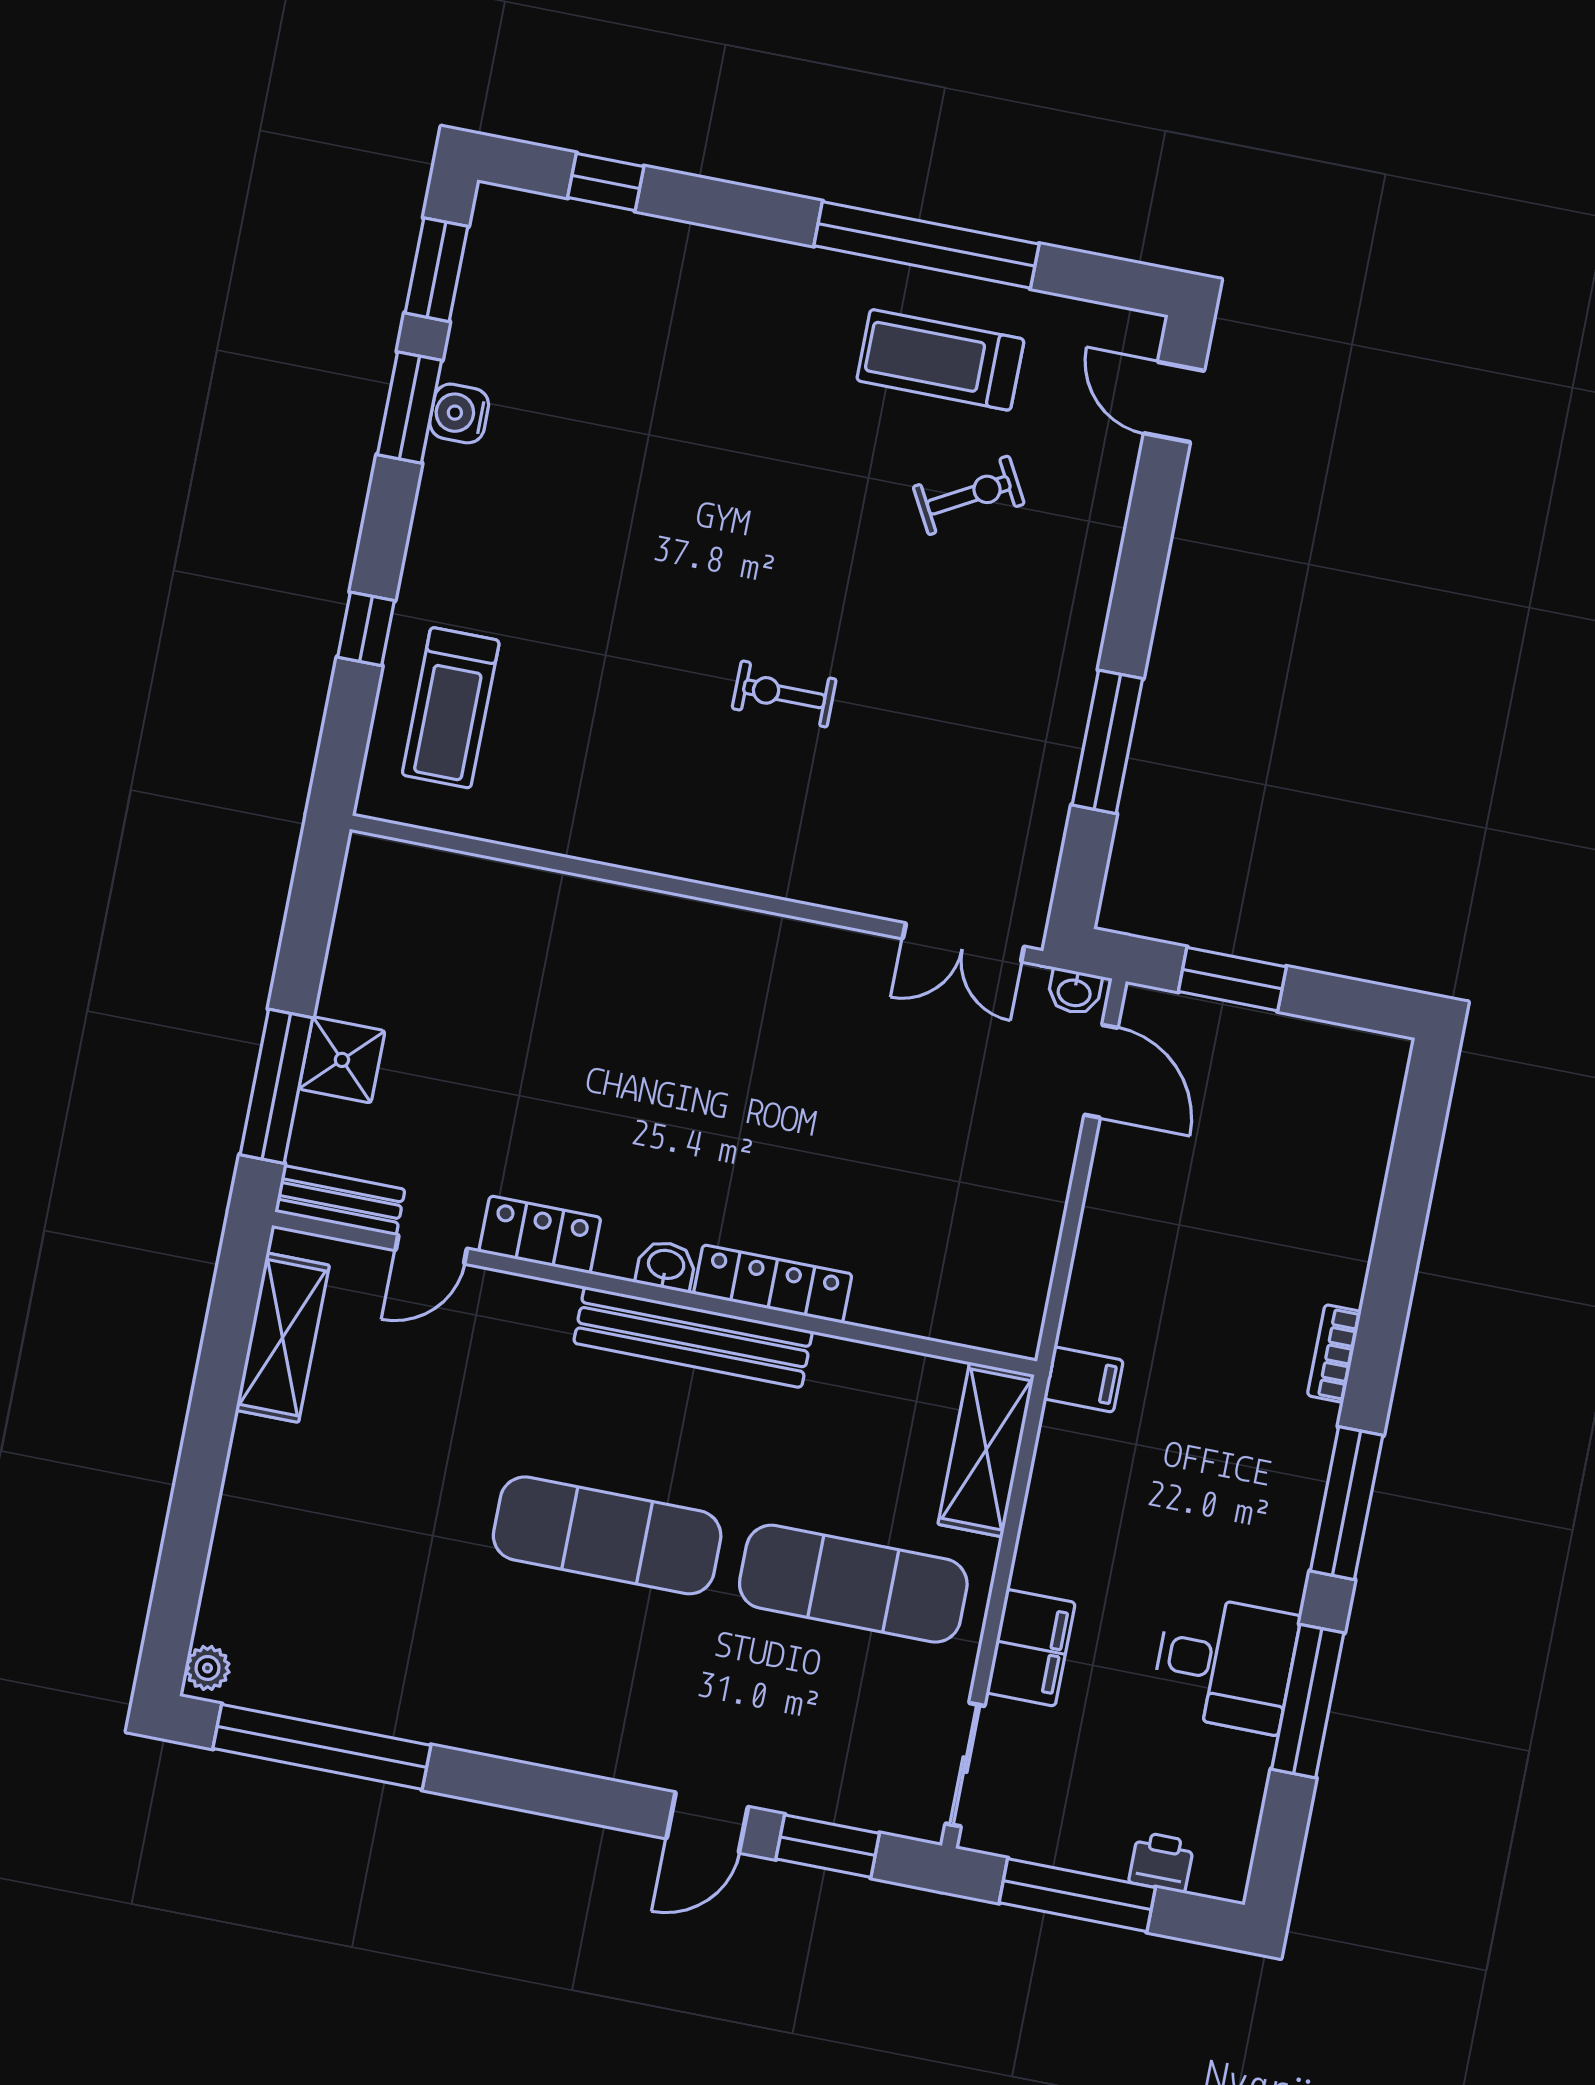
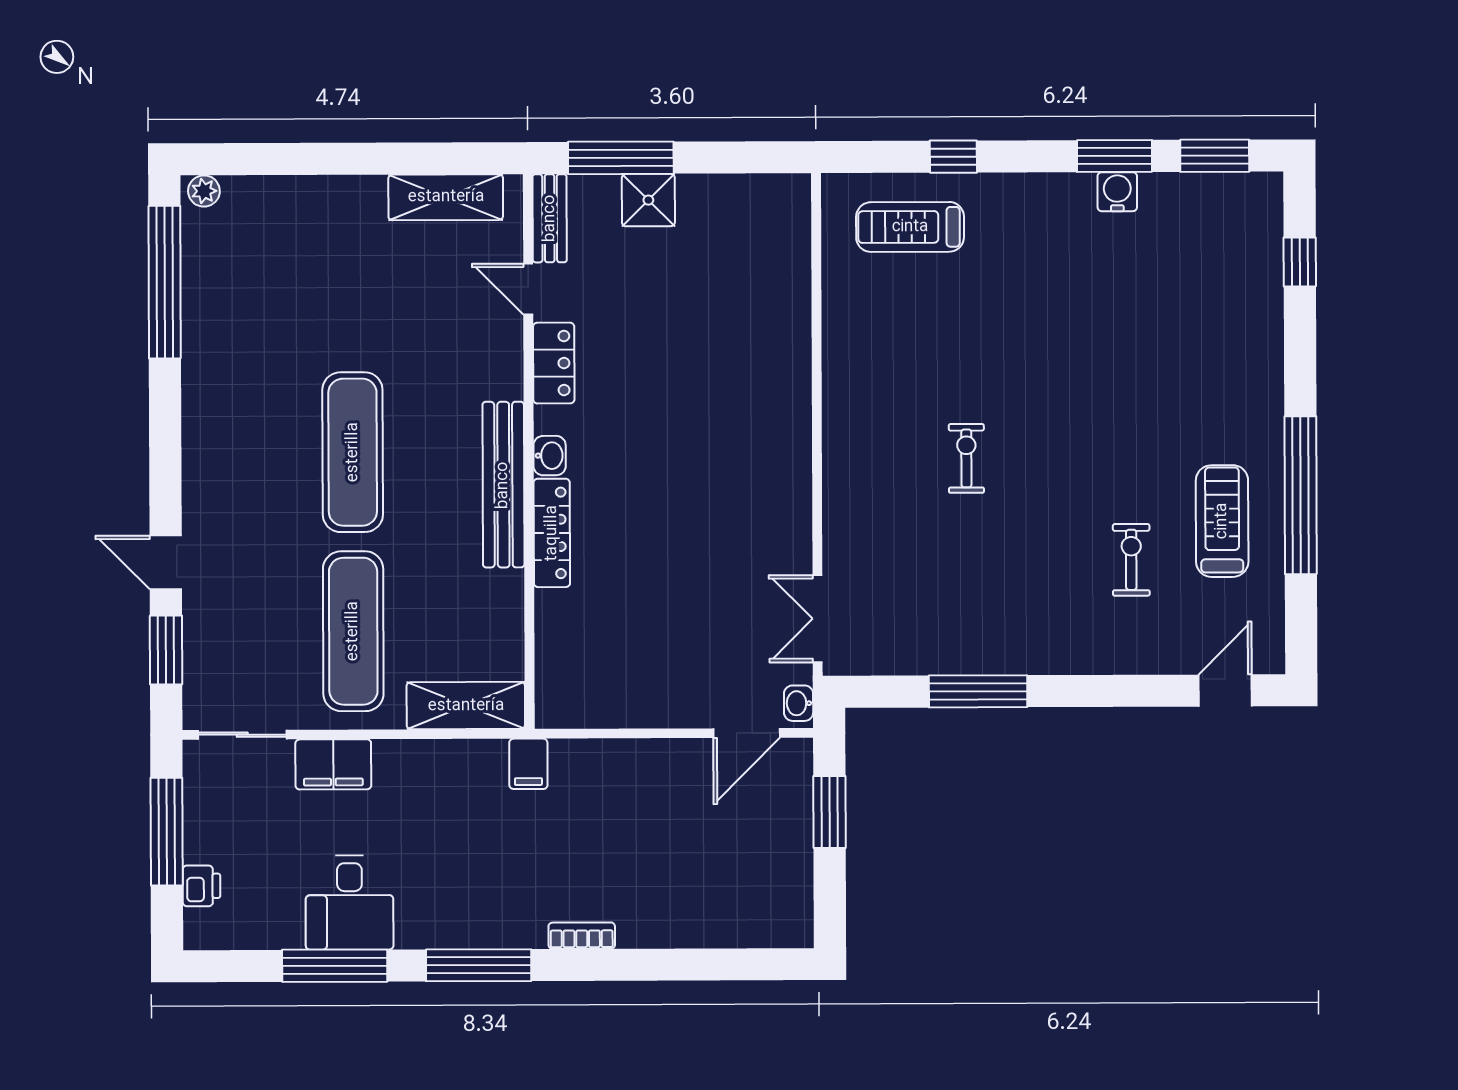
exercise bike: (969, 495) -> (1131, 560), turned -151

